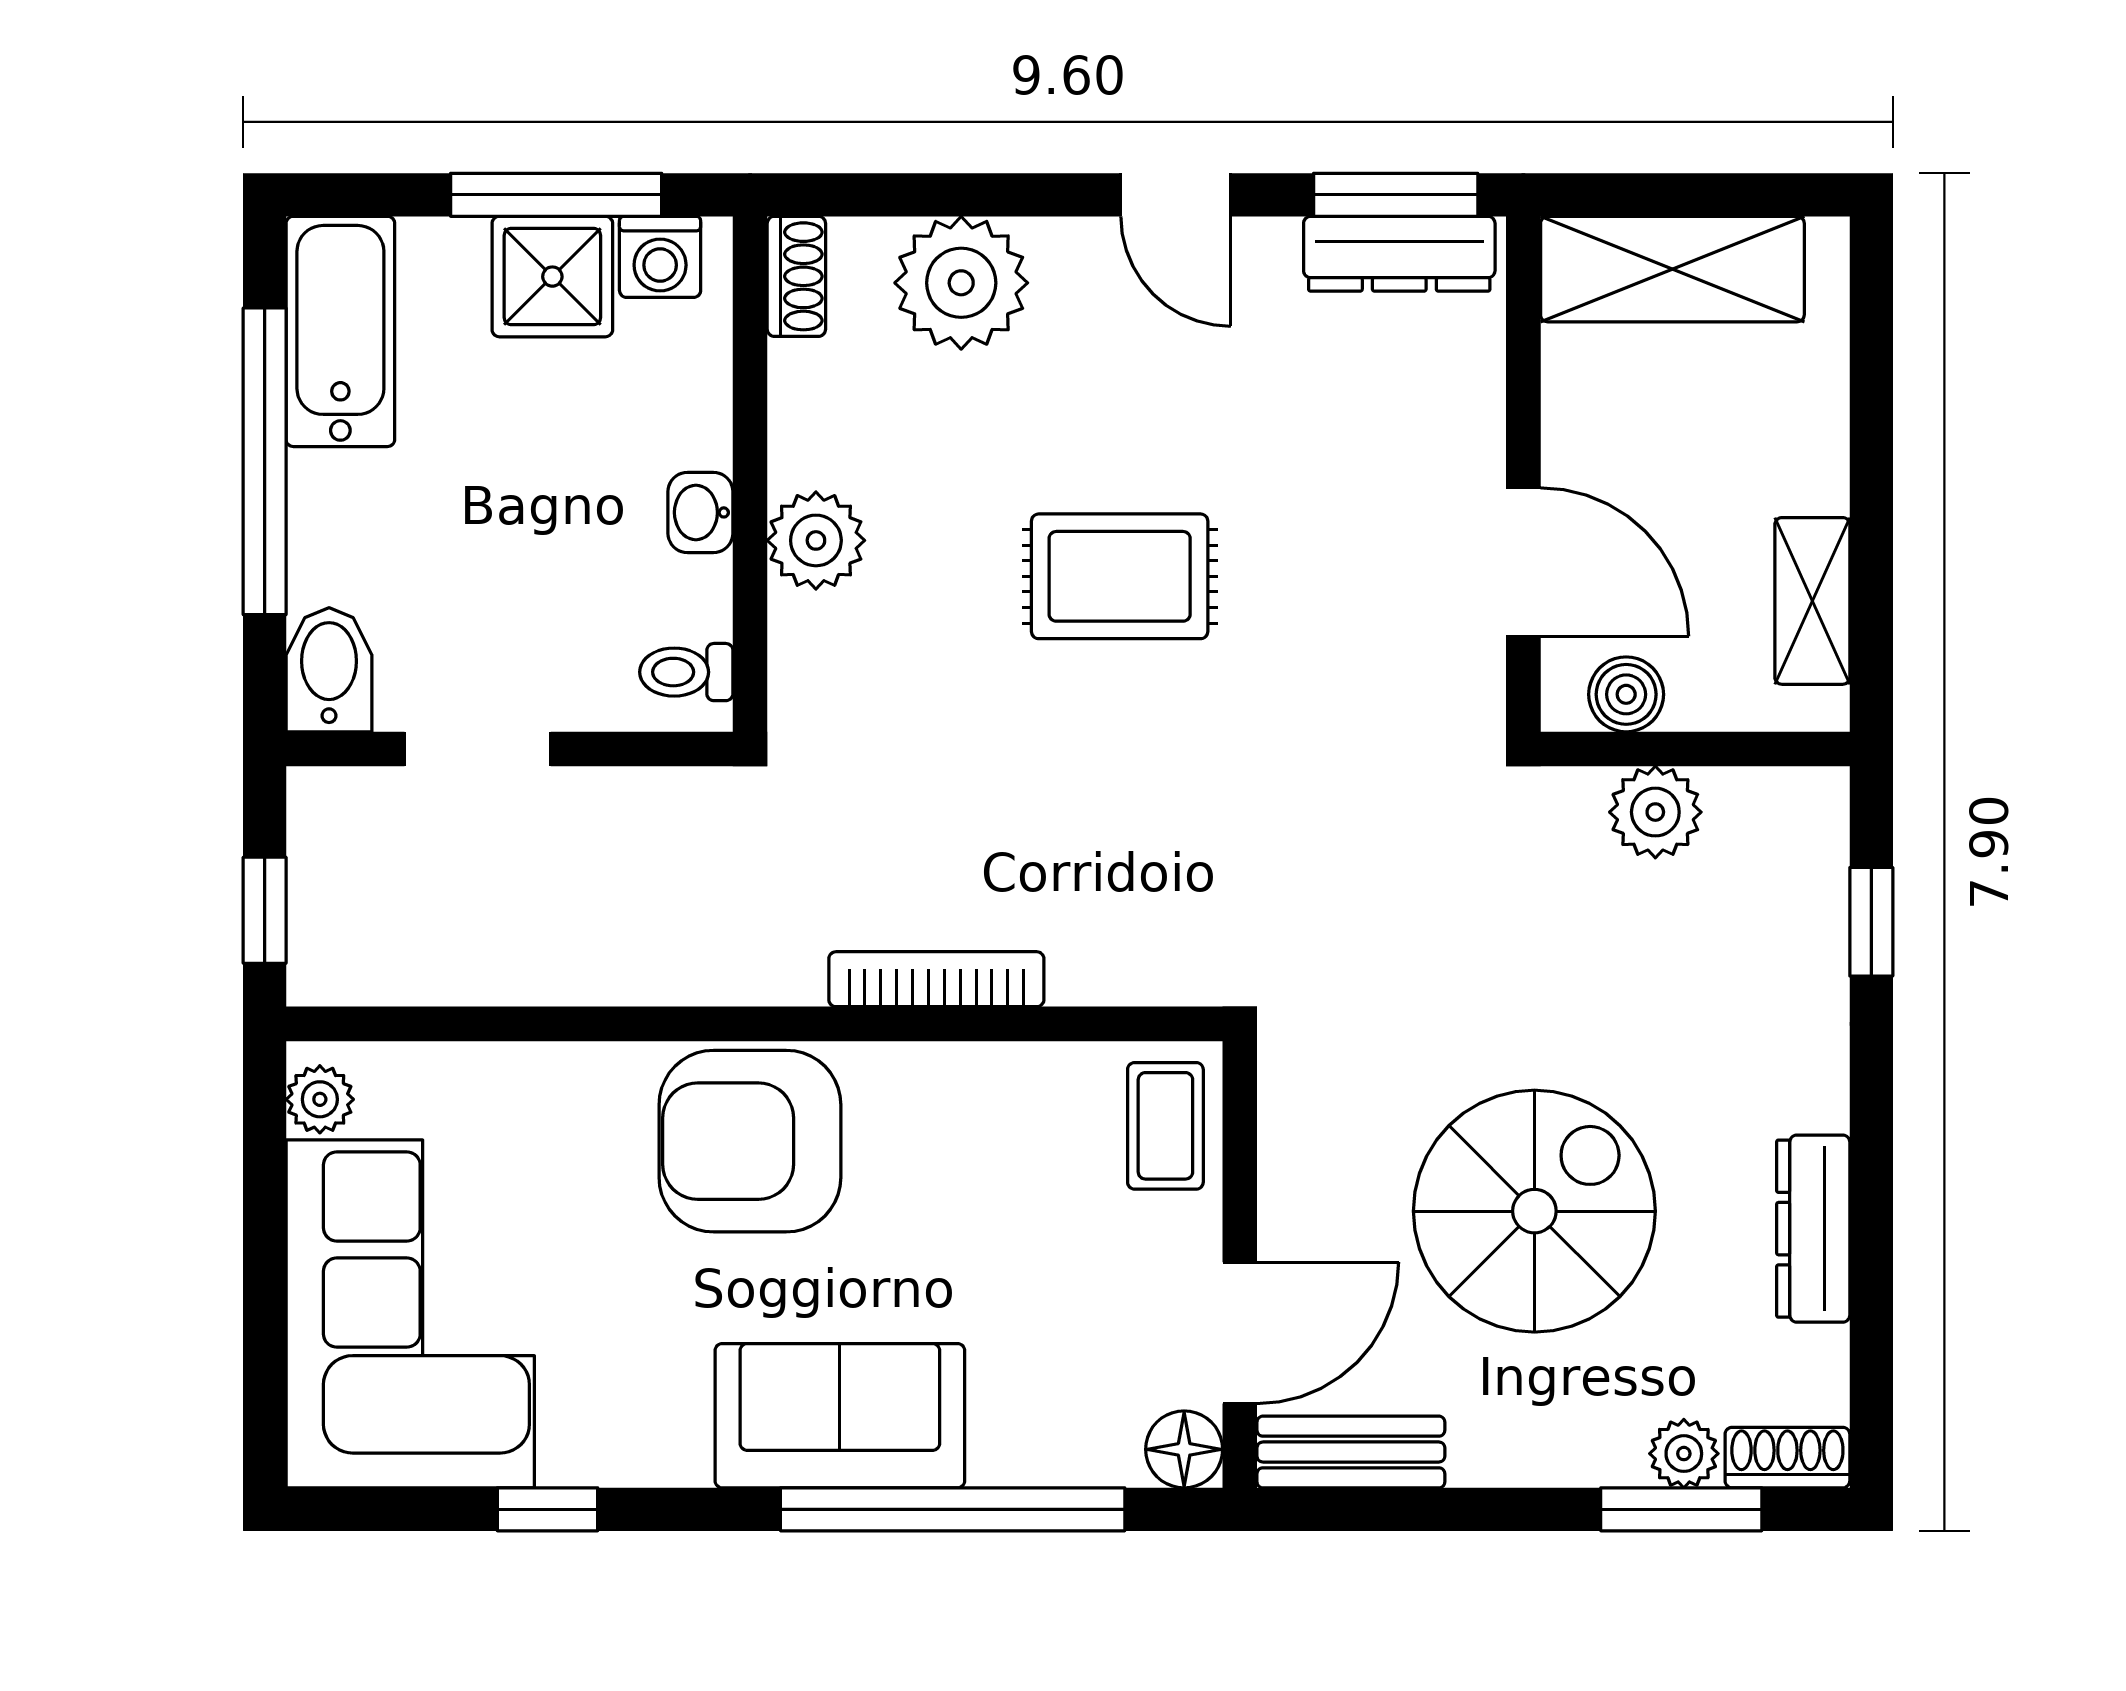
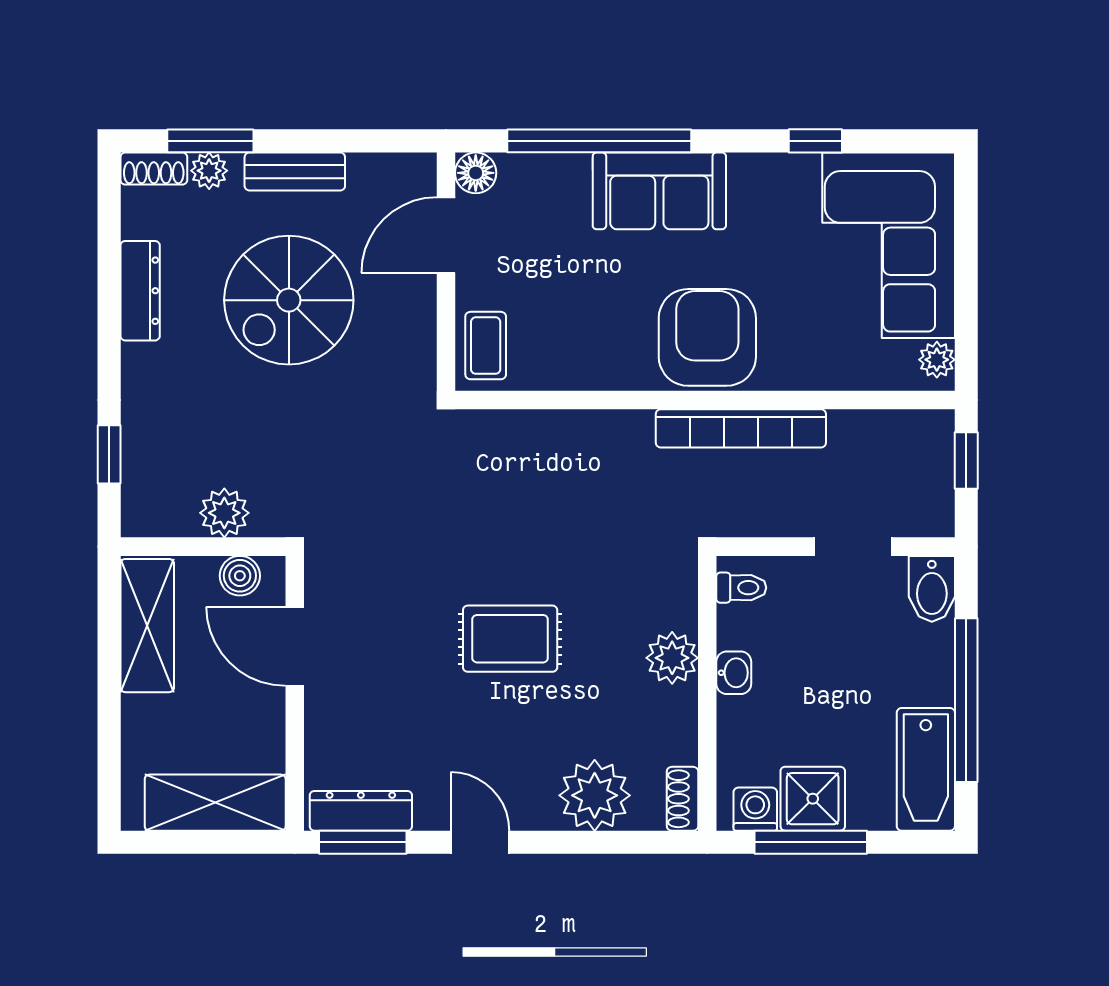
shelving: (1812, 601) -> (147, 626), width x1.50, depth x1.33
bookcase: (936, 979) -> (741, 428), moved, width x1.48, depth x1.31
armchair: (750, 1141) -> (707, 337), turned -90
bench: (1351, 1452) -> (295, 172), moved

